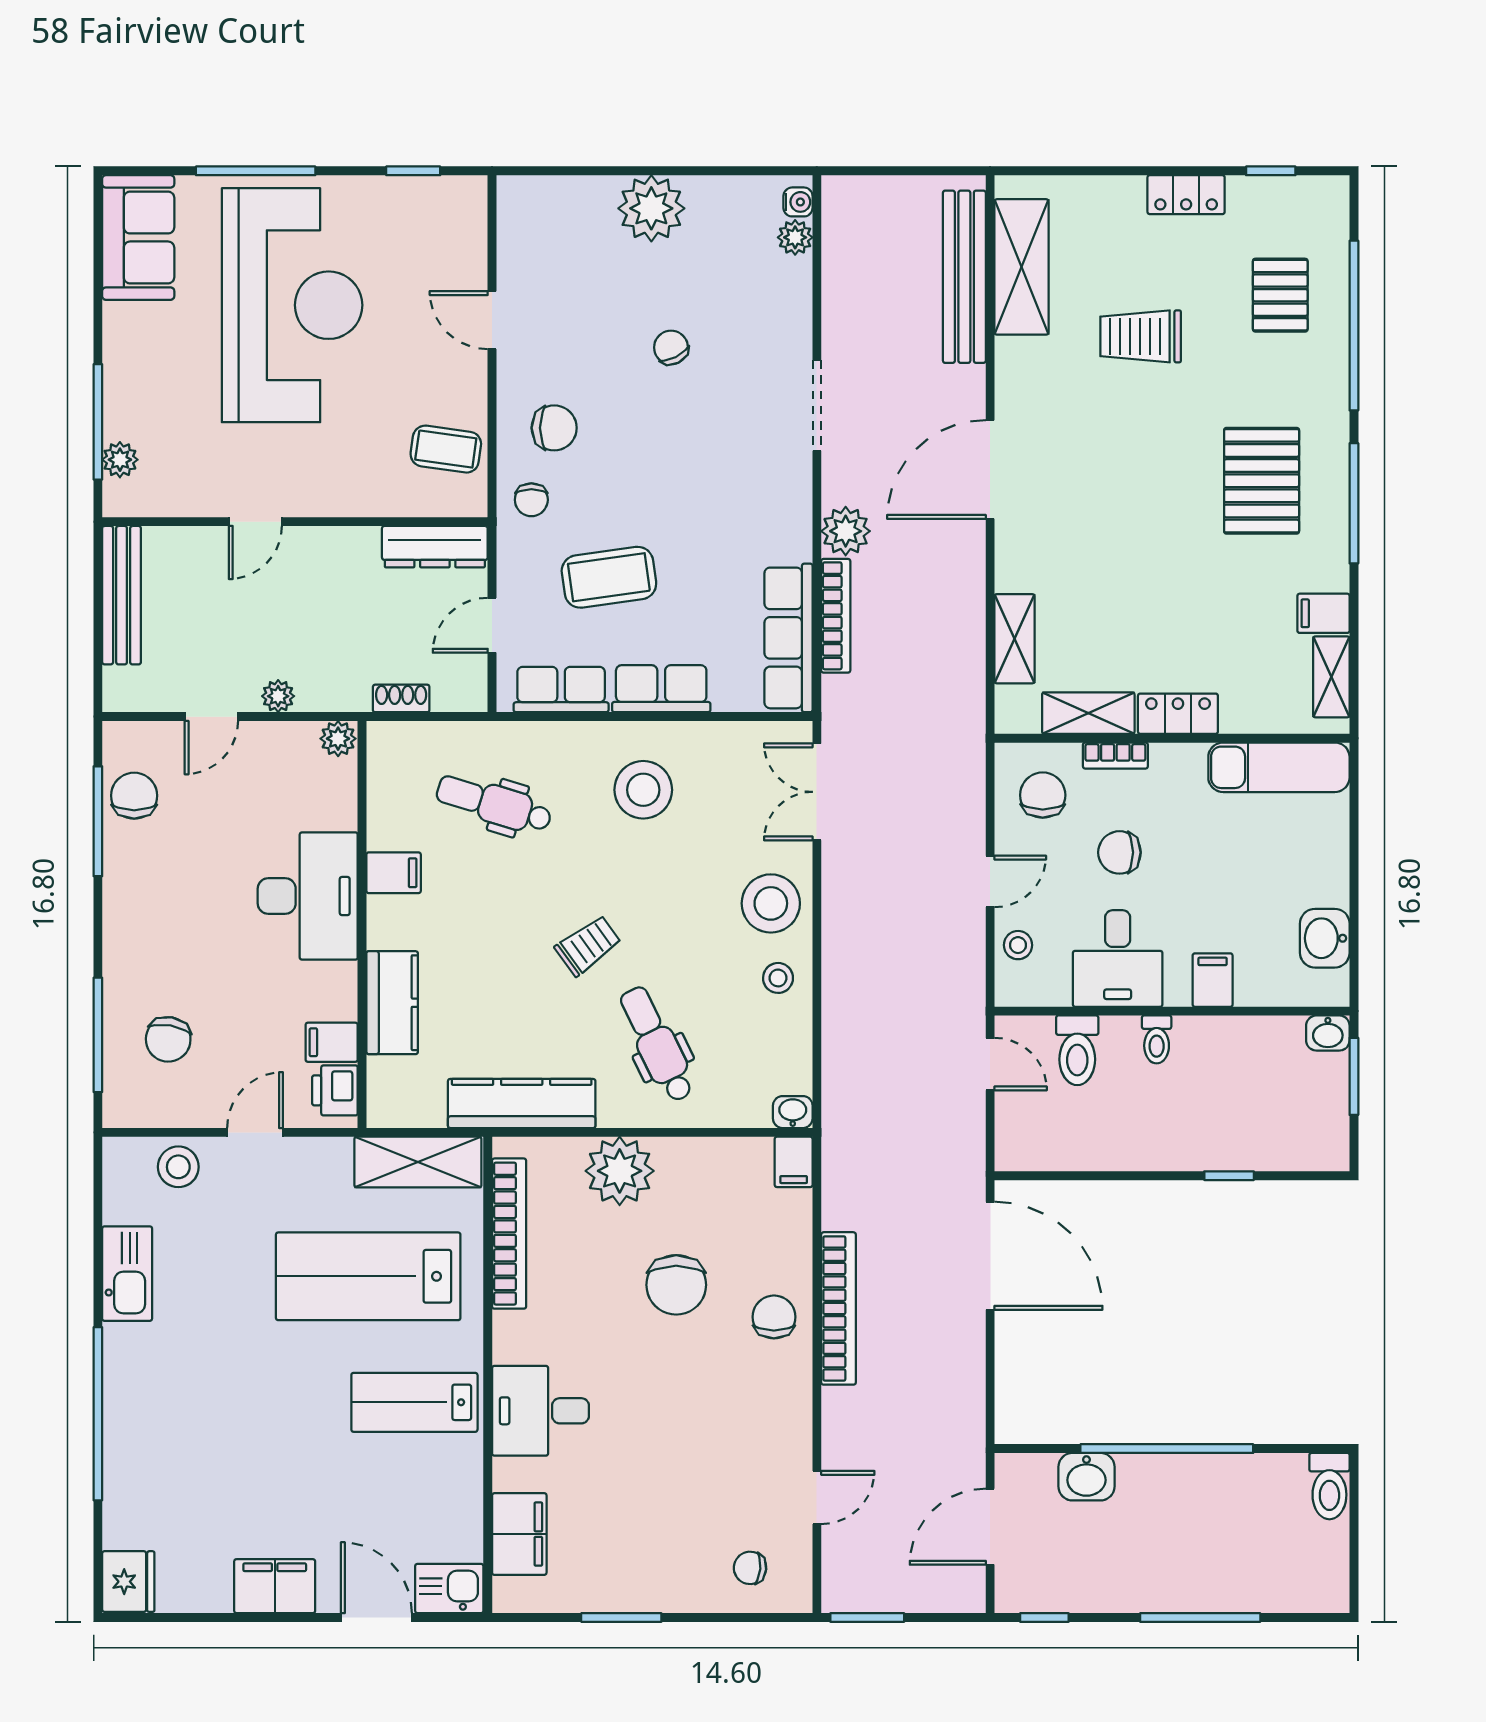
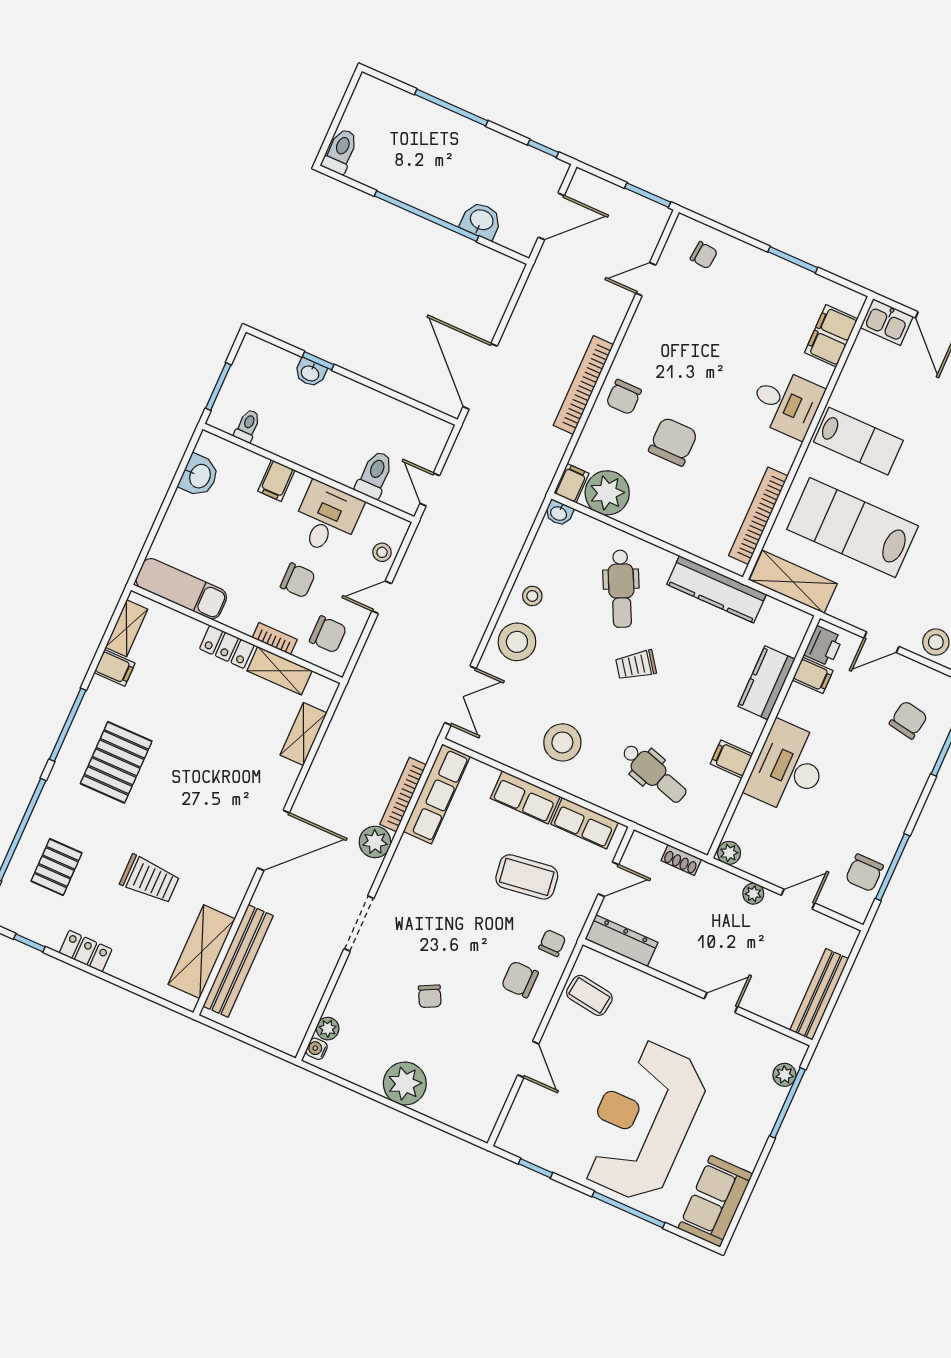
chair: (1043, 795) -> (328, 634), turned -90
washbasin: (1328, 1033) -> (310, 373), moved, turned 180
toilet: (1157, 1039) -> (248, 426), moved
plant: (620, 1171) -> (607, 493), moved
lab bench: (368, 1276) -> (853, 528), turned 180

